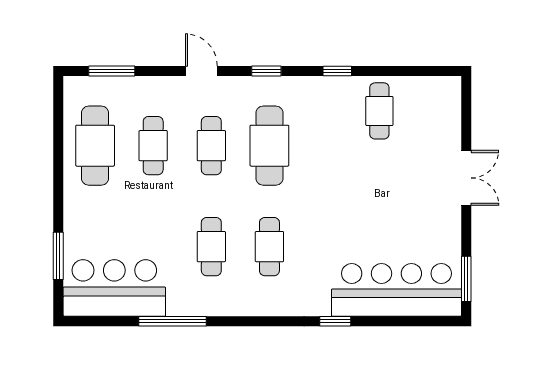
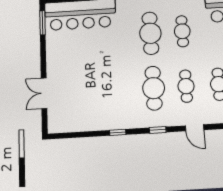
cafe table: (379, 111) -> (93, 111), removed
double door: (466, 178) -> (44, 93), moved
cafe table: (269, 247) -> (150, 33), width x1.37, depth x1.35

